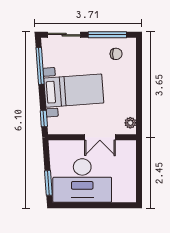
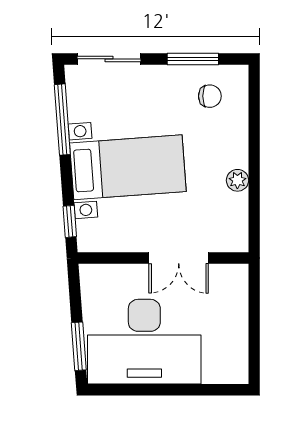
window: (107, 35) -> (193, 59), width x0.69
plant: (130, 123) -> (237, 180), moved

